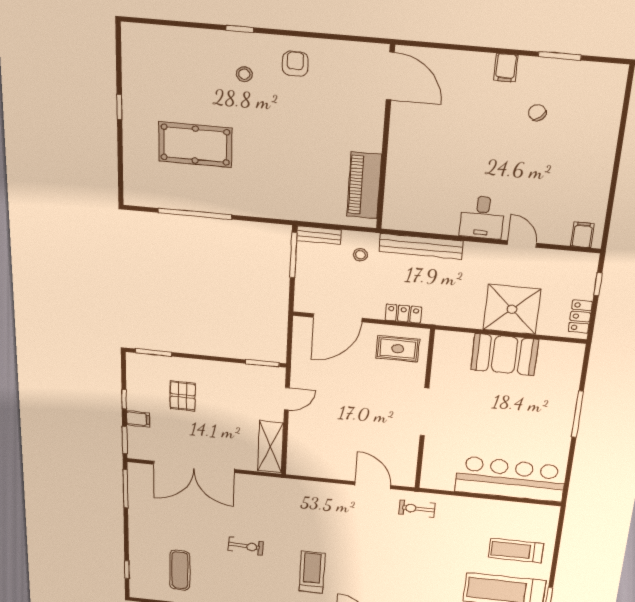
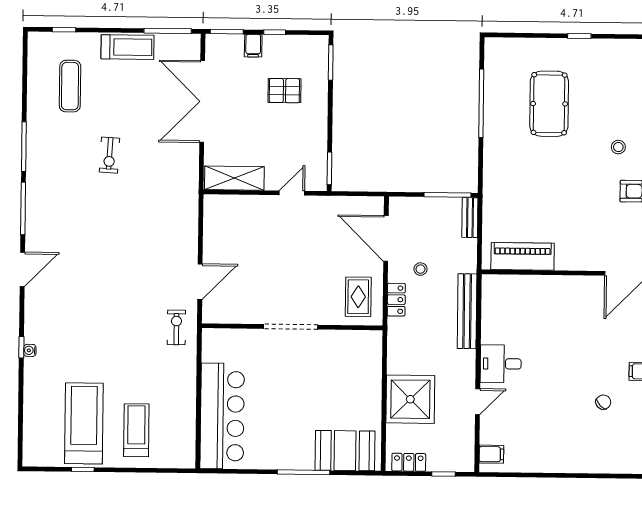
stool: (360, 255) -> (420, 269), moved
booth: (505, 355) -> (345, 451), moved, turned 90
door: (287, 399) -> (292, 193), swing flipped
exercise mat: (180, 570) -> (70, 86), turned 90
treadmill: (312, 572) -> (128, 47), moved

